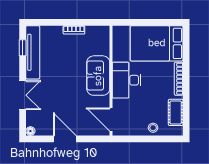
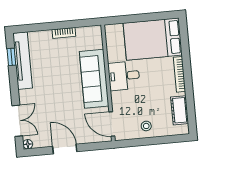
sofa: (98, 76) -> (94, 79), width x1.36
desk: (126, 80) -> (124, 76), width x0.73
double door: (23, 95) -> (17, 121), moved
stool: (153, 128) -> (146, 126), moved

